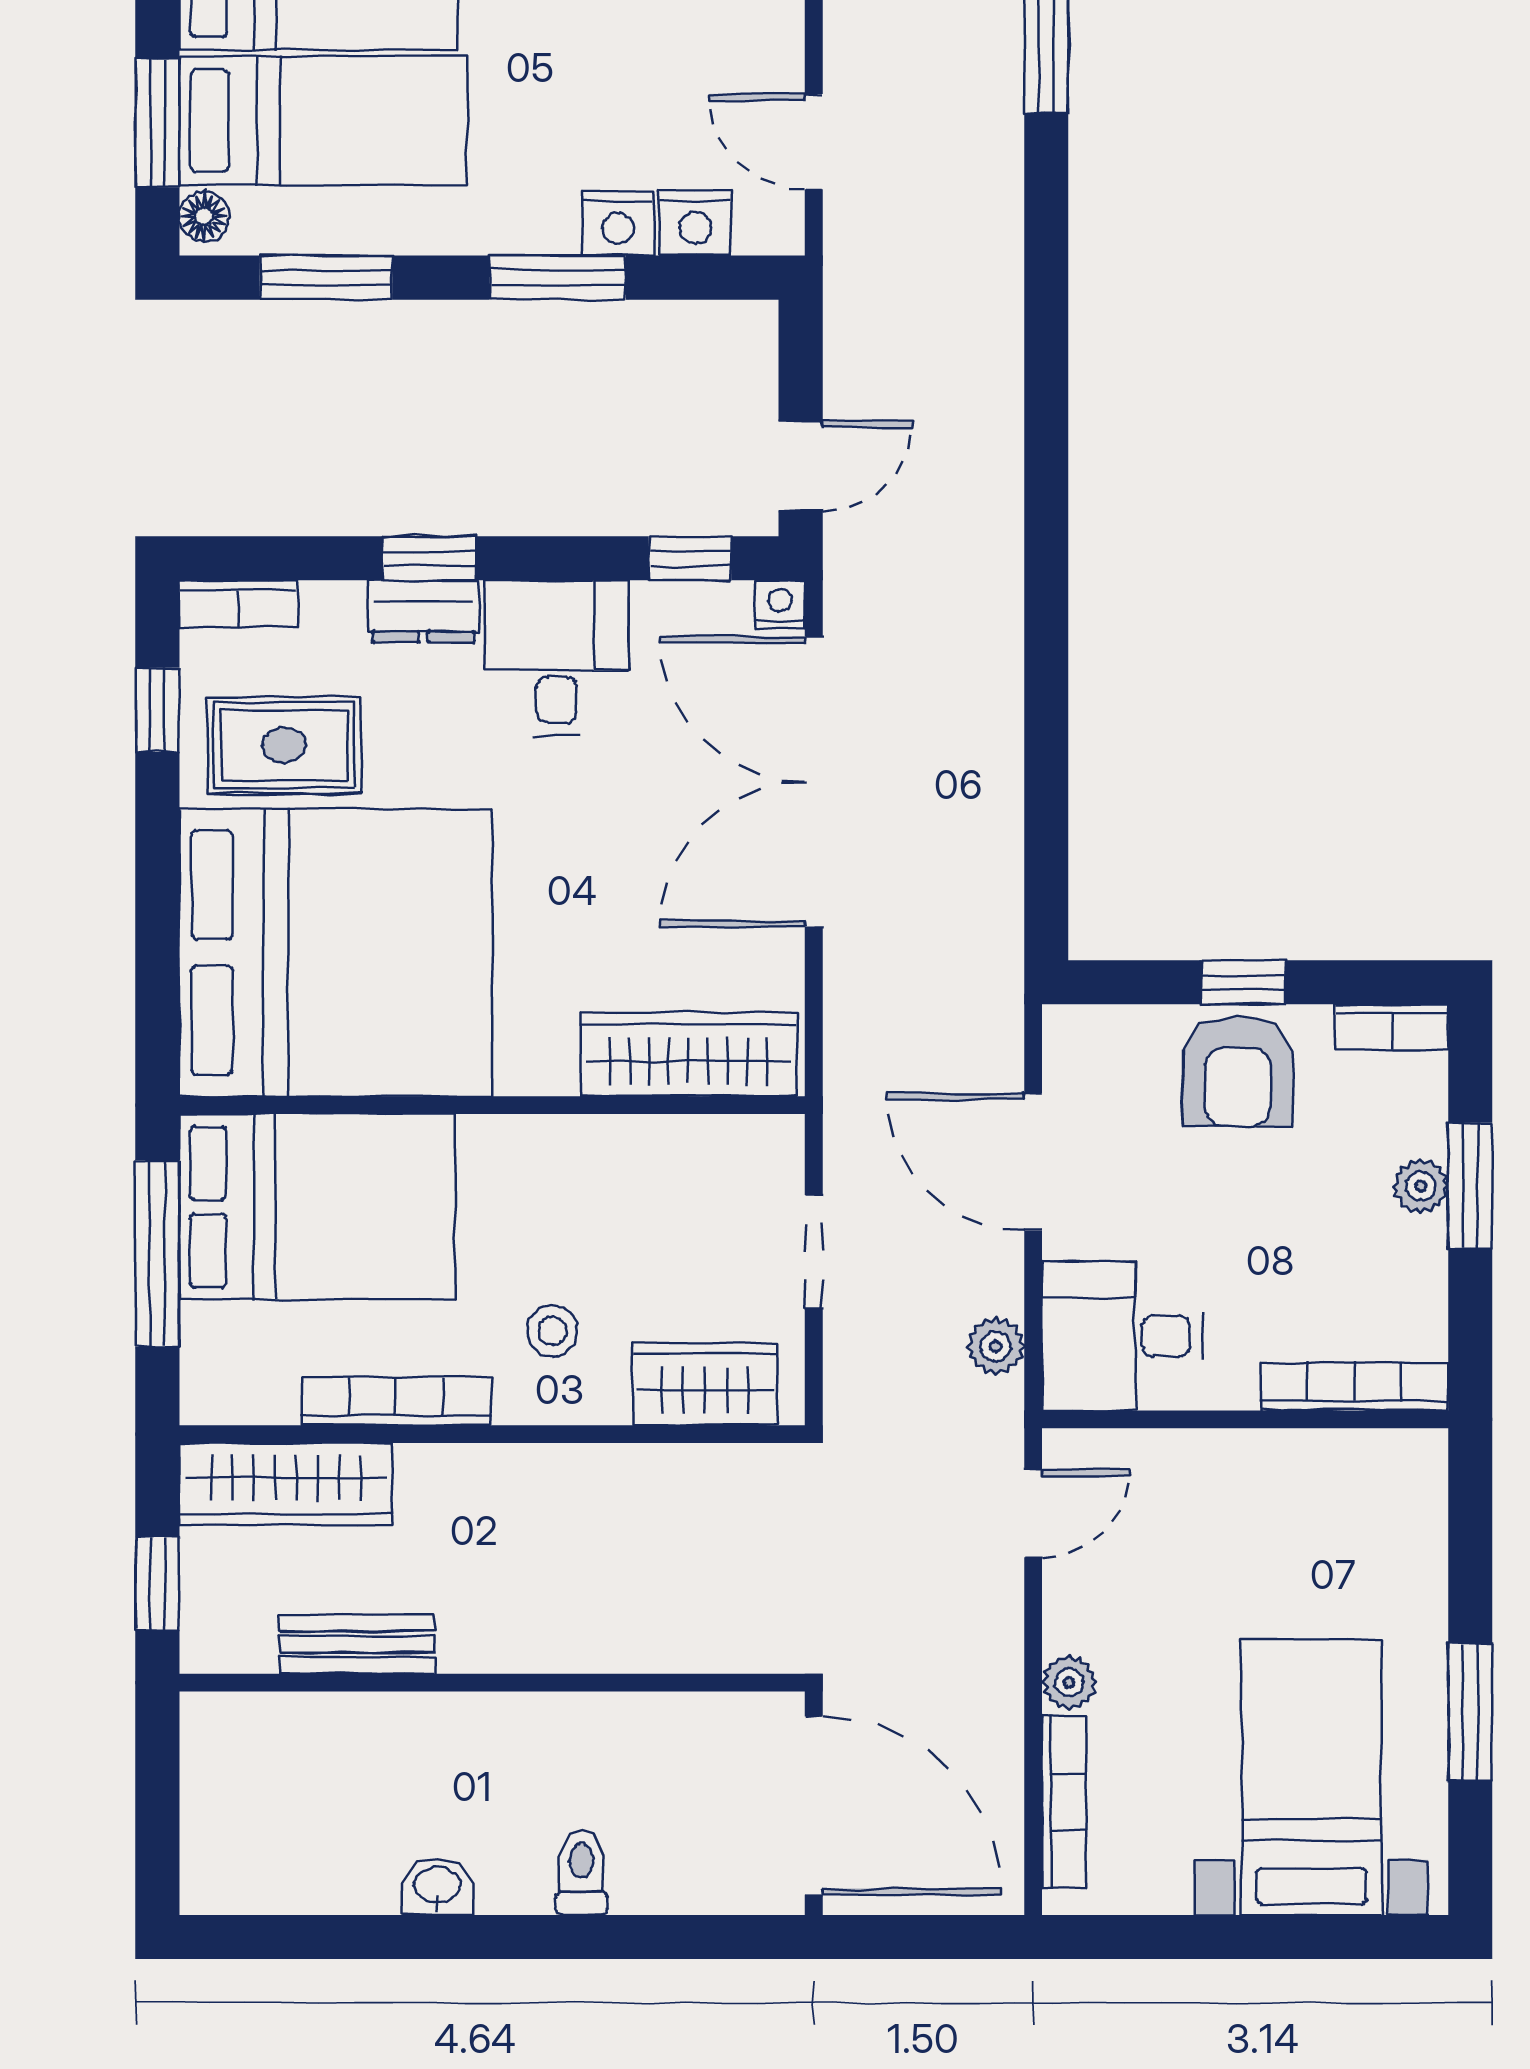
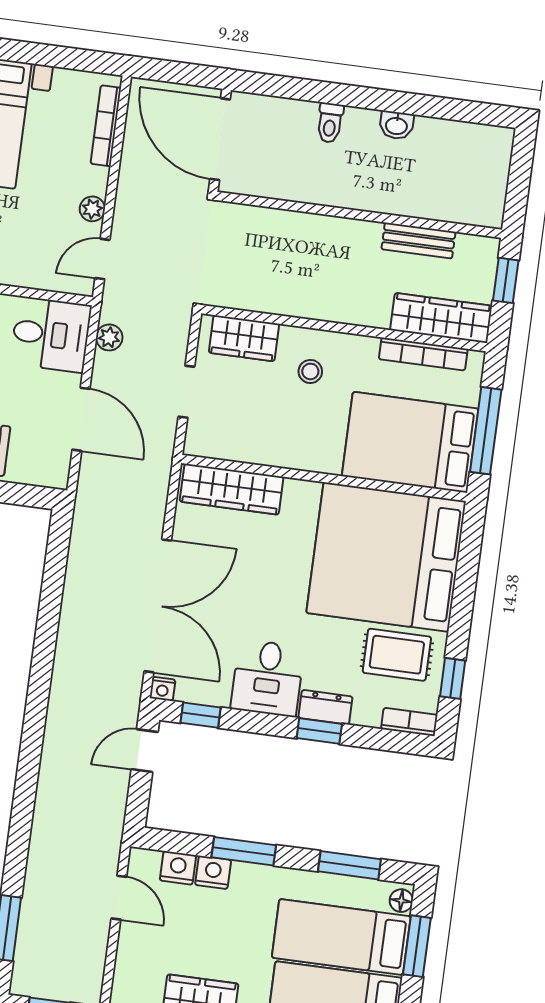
bookcase: (397, 1401) -> (423, 354), moved
plant: (1069, 1682) -> (92, 209), moved

